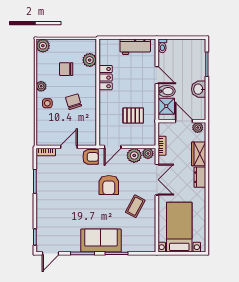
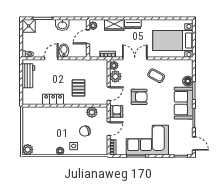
plant: (90, 60) -> (92, 112), moved
chair: (66, 69) -> (46, 131), removed
chair: (74, 102) -> (85, 131), moved
shower: (166, 106) -> (29, 26), moved
pallet: (133, 115) -> (79, 88), moved
door: (69, 147) -> (109, 129), swing flipped
door: (113, 147) -> (109, 94), hinge flipped
corner sofa: (55, 195) -> (147, 140), added
floor lamp: (128, 246) -> (188, 81), added

